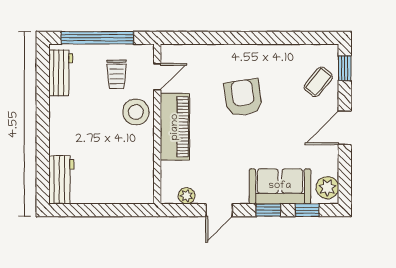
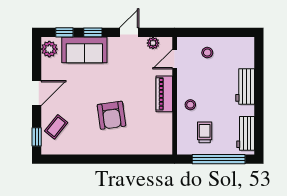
door: (157, 77) -> (175, 59), moved
stool: (136, 112) -> (190, 105), width x0.53, depth x0.53
piano: (175, 127) -> (164, 94), width x0.73, depth x0.75
workbench: (61, 180) -> (245, 87), moved
stool: (113, 183) -> (207, 53), added

